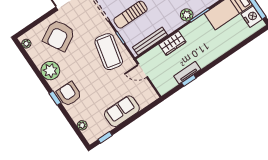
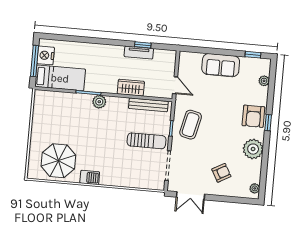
armchair: (59, 35) -> (221, 173), width x0.53, depth x0.53
coffee table: (109, 52) -> (191, 125), width x0.73, depth x0.76

